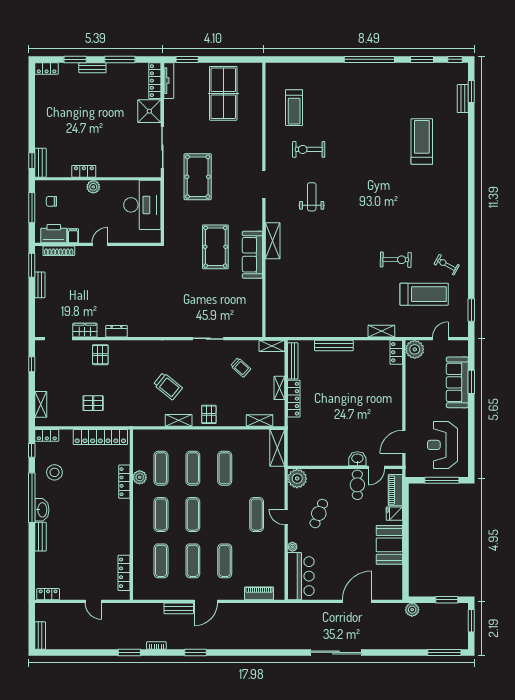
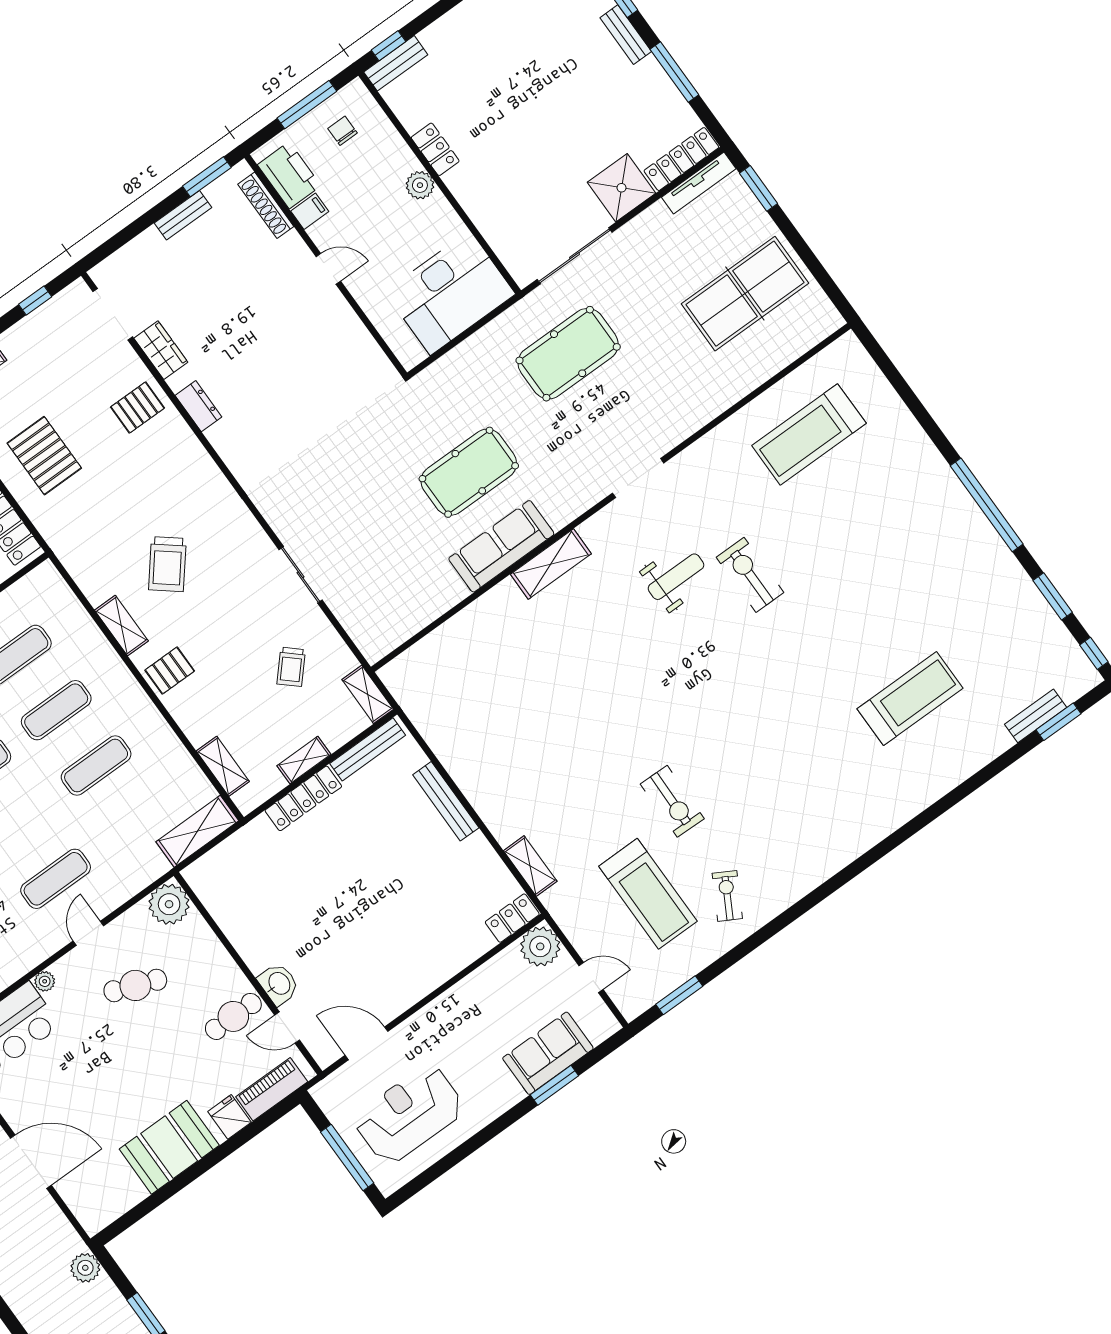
treadmill: (294, 108) -> (809, 434), width x1.37, depth x1.38
exercise bike: (309, 149) -> (750, 575), moved
sofa: (457, 382) -> (548, 1053), width x0.73
pallet: (93, 403) -> (44, 456), width x1.50, depth x1.42

